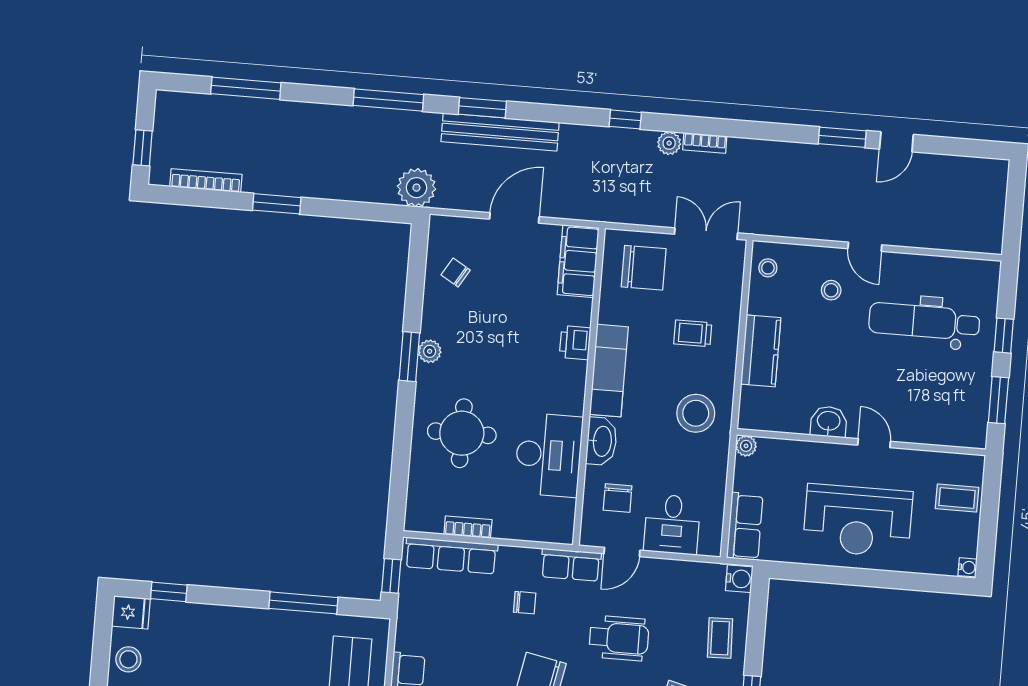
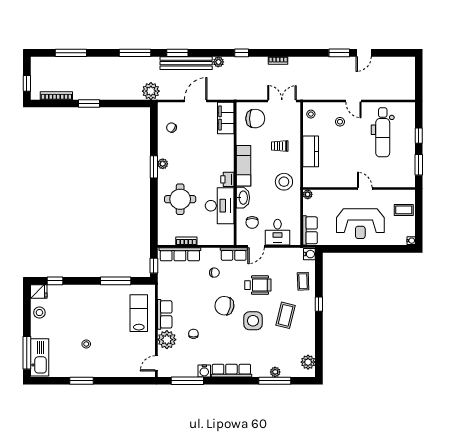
plant: (669, 143) -> (218, 62), moved
dental chair: (924, 322) -> (383, 132), turned -90
printer: (575, 343) -> (227, 179), moved
washbasin: (829, 422) -> (344, 181), removed

